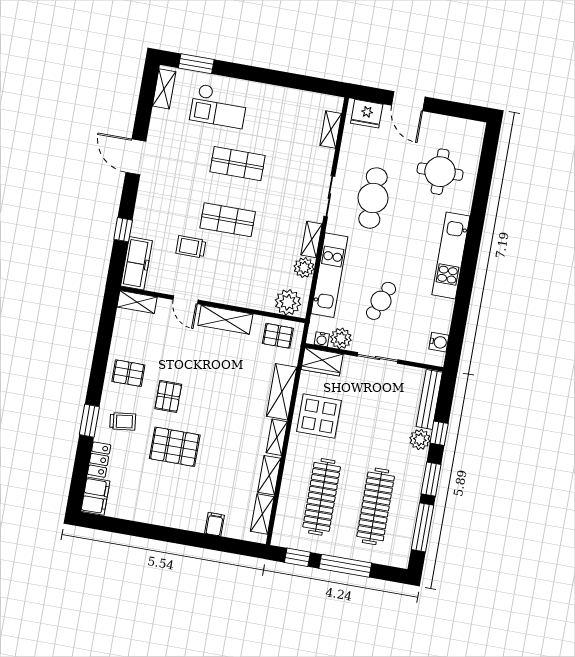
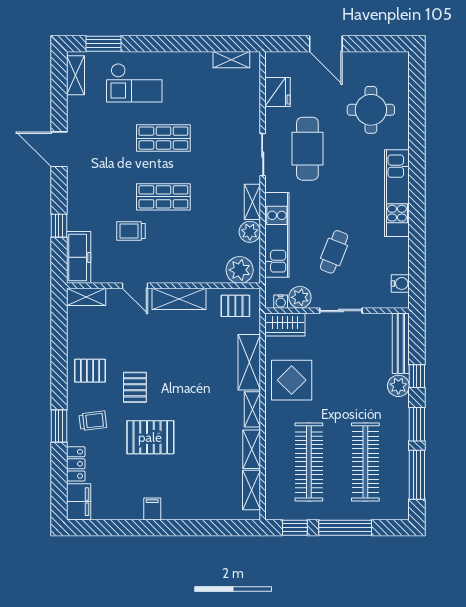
fridge: (367, 114) -> (278, 92), moved, turned -90
shelving: (331, 129) -> (231, 60), moved, turned 90
filing cabinet: (215, 524) -> (152, 509), moved

